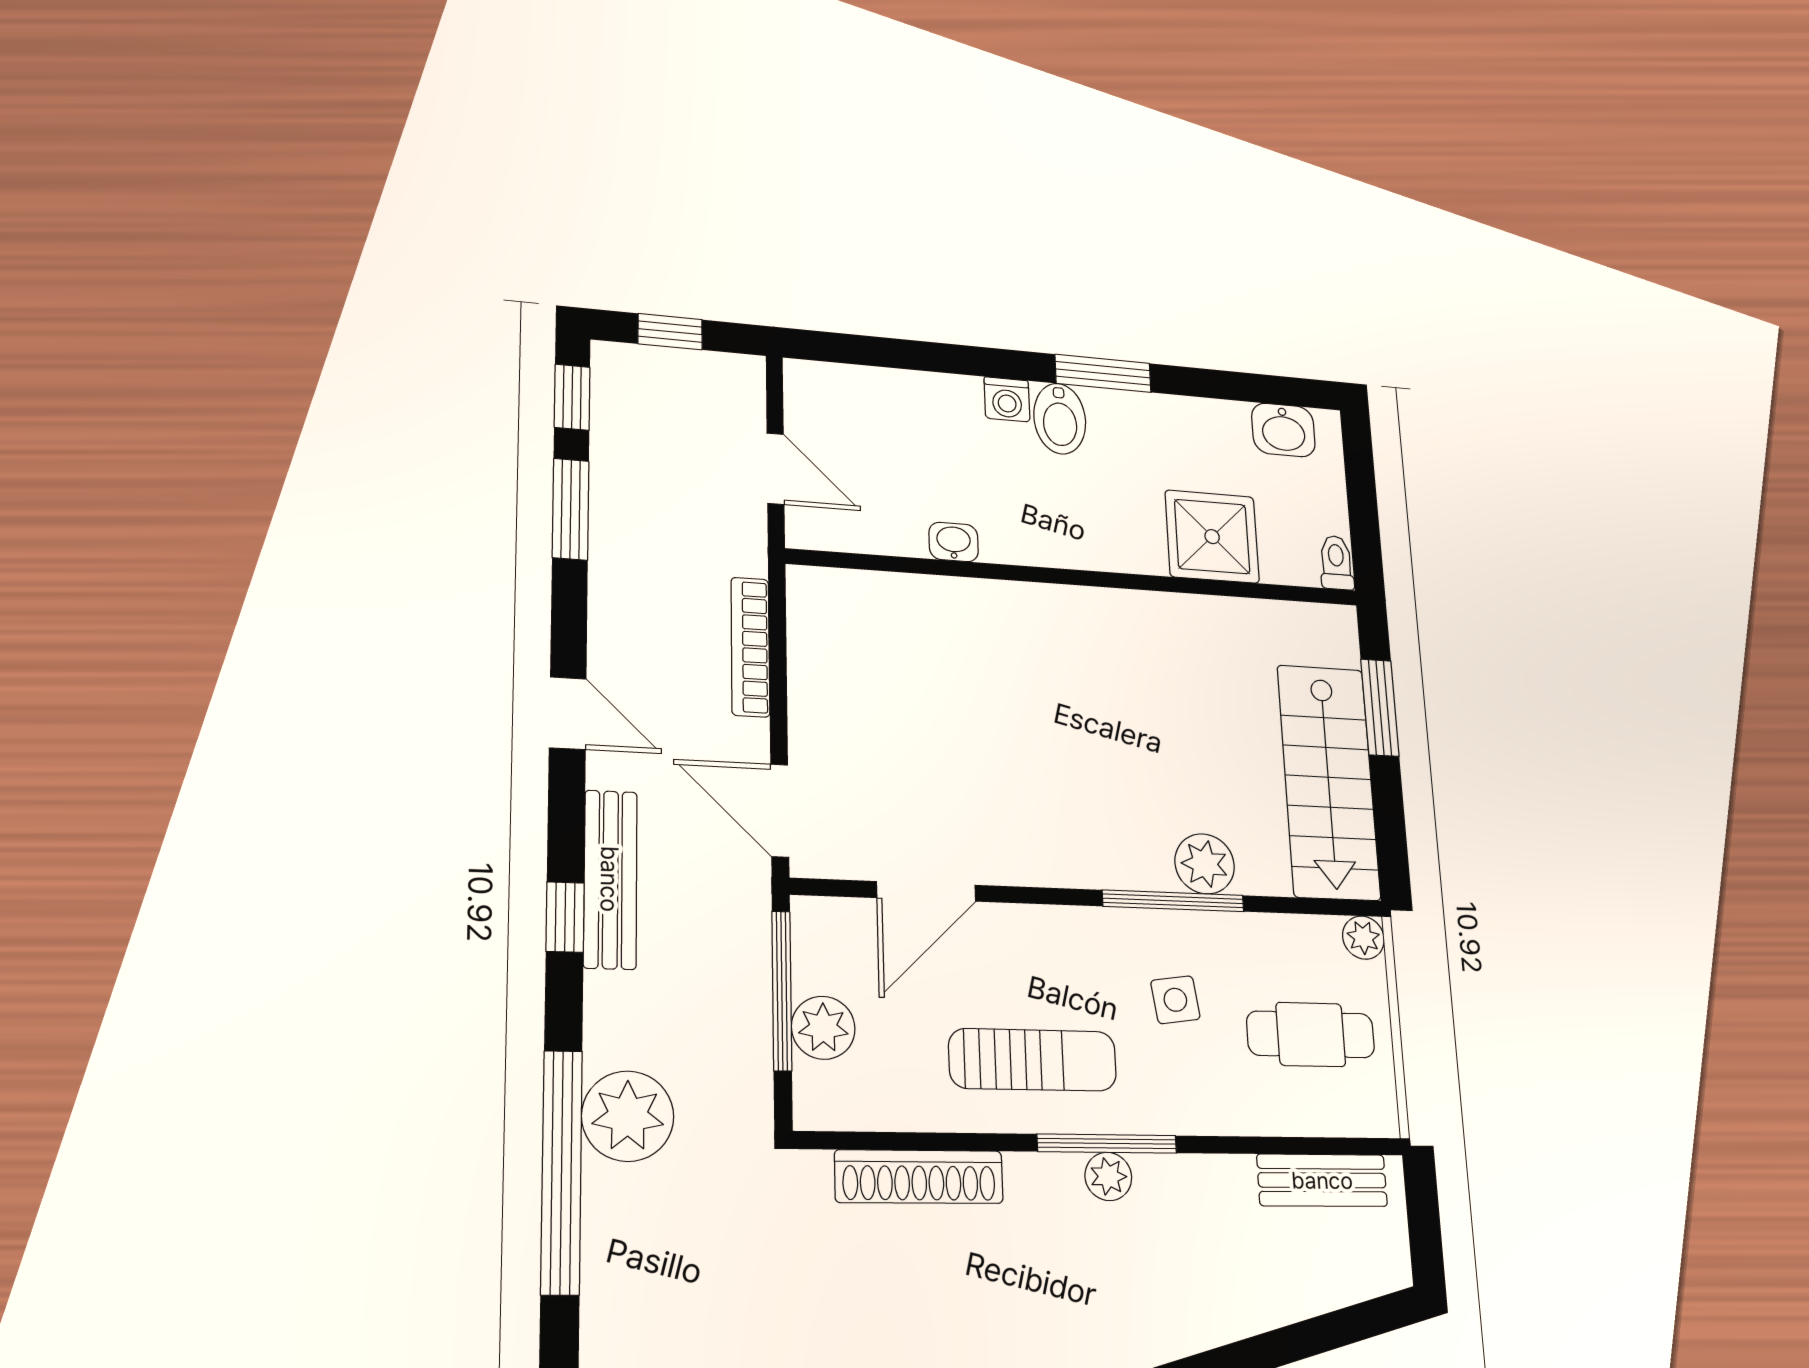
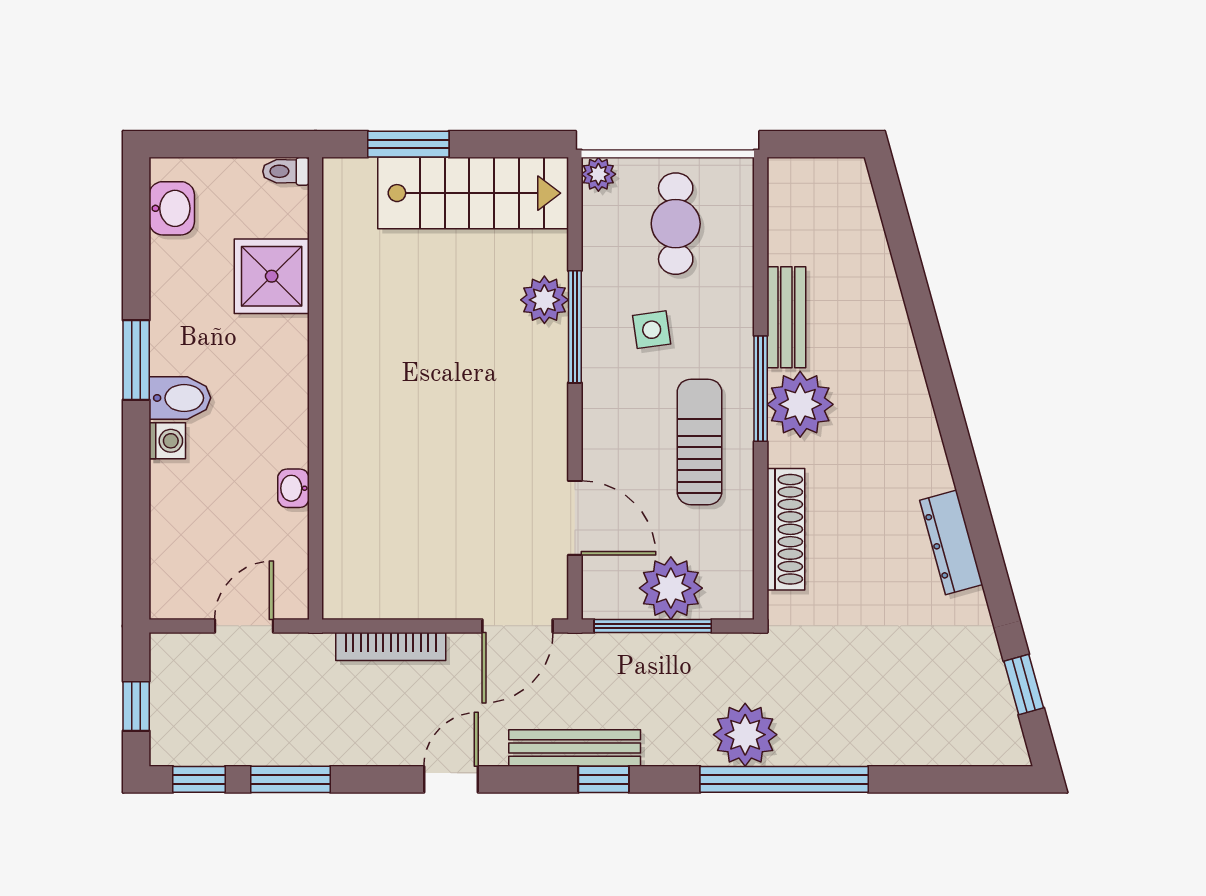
plant: (823, 1028) -> (671, 588), width x1.36, depth x1.36
plant: (1108, 1176) -> (800, 404), width x1.88, depth x1.88
bench: (1322, 1180) -> (786, 317), moved

